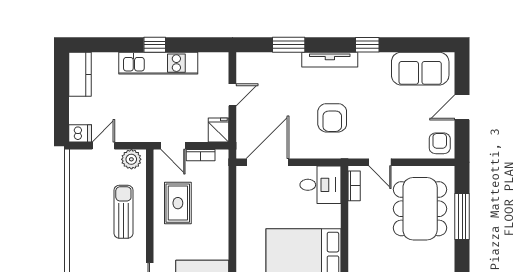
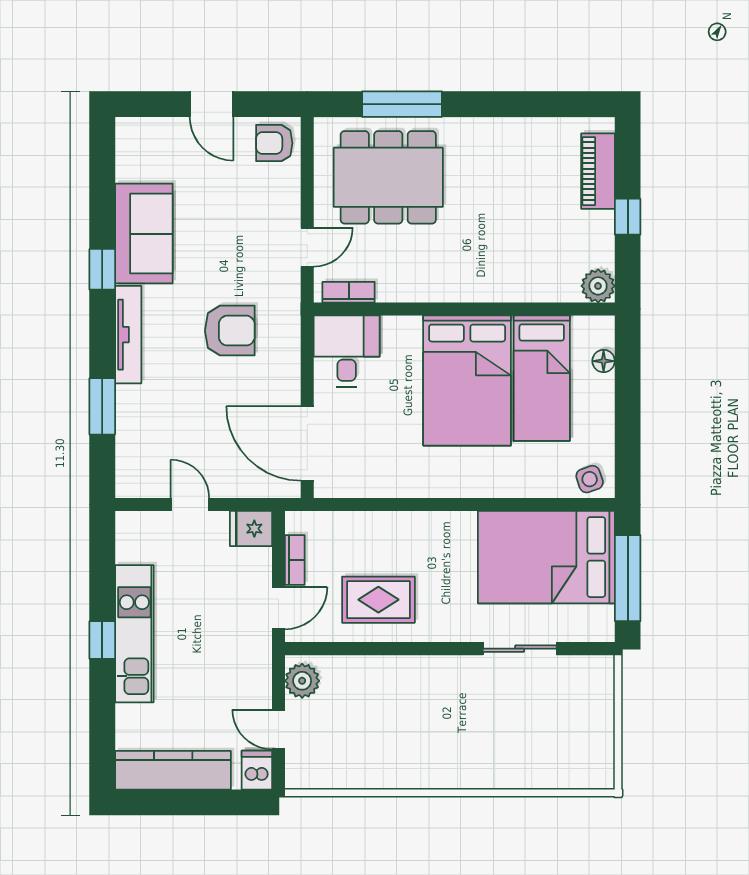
sofa: (420, 69) -> (144, 234), moved
kitchen counter: (80, 74) -> (173, 770), width x1.50
sun lounger: (123, 212) -> (394, 694), removed

